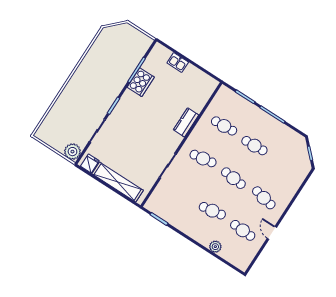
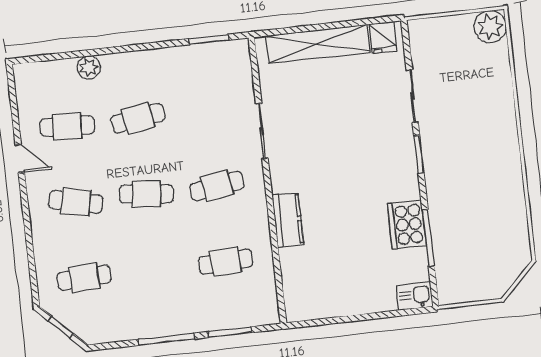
kitchen sink: (178, 62) -> (415, 296), moved
cafe table: (254, 146) -> (84, 278), moved
plant: (72, 152) -> (490, 27), moved

